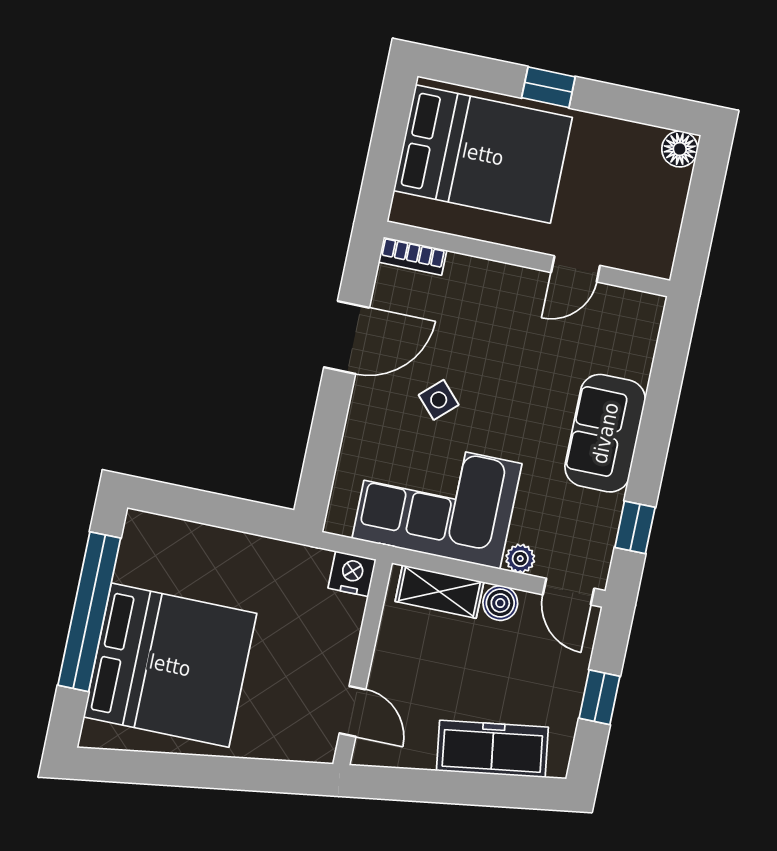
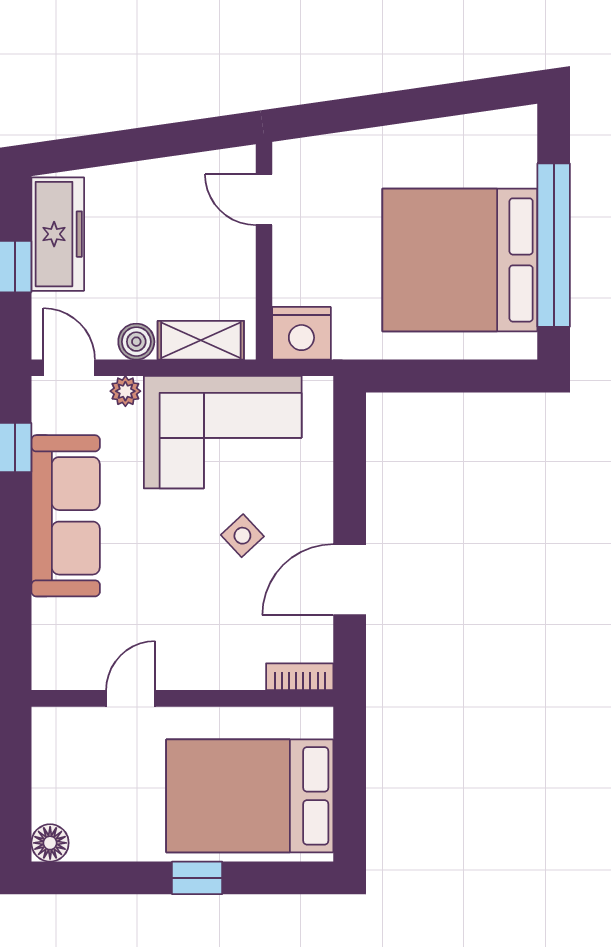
sofa: (605, 433) -> (66, 516), width x1.36
nightstand: (352, 574) -> (301, 333), width x1.36, depth x1.33
bed: (170, 665) -> (460, 260), moved
freezer: (492, 749) -> (58, 234), moved, turned -82

